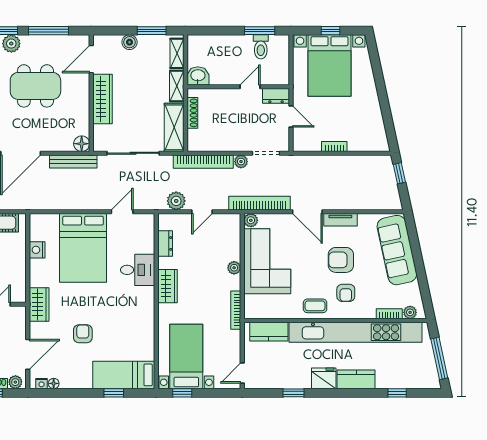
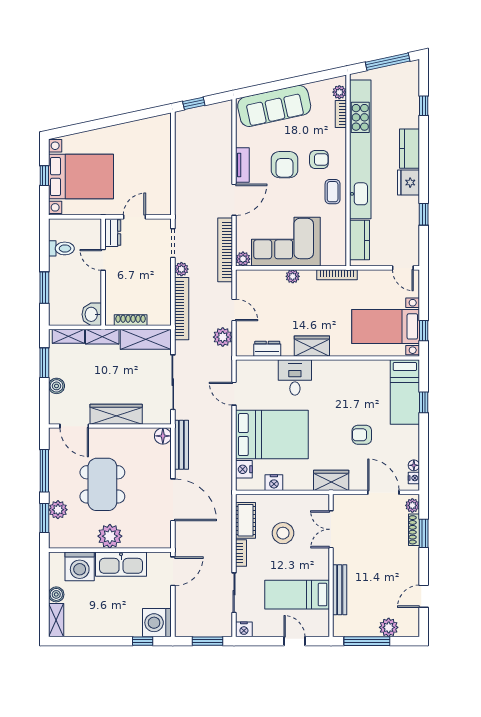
window: (260, 31) -> (44, 288), moved
bookcase: (334, 147) -> (166, 172), removed
nightstand: (50, 221) -> (244, 469), added

